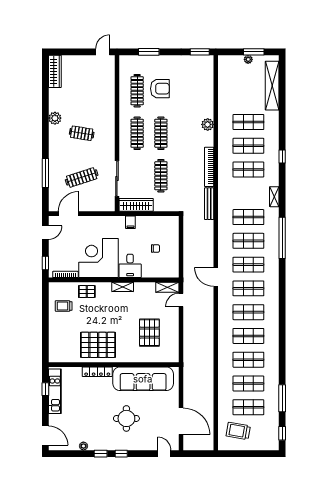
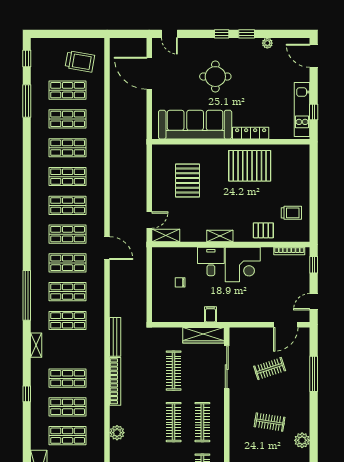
clothes rail: (82, 177) -> (270, 368), width x0.73
corner desk: (99, 258) -> (243, 265), width x0.74, depth x0.74

